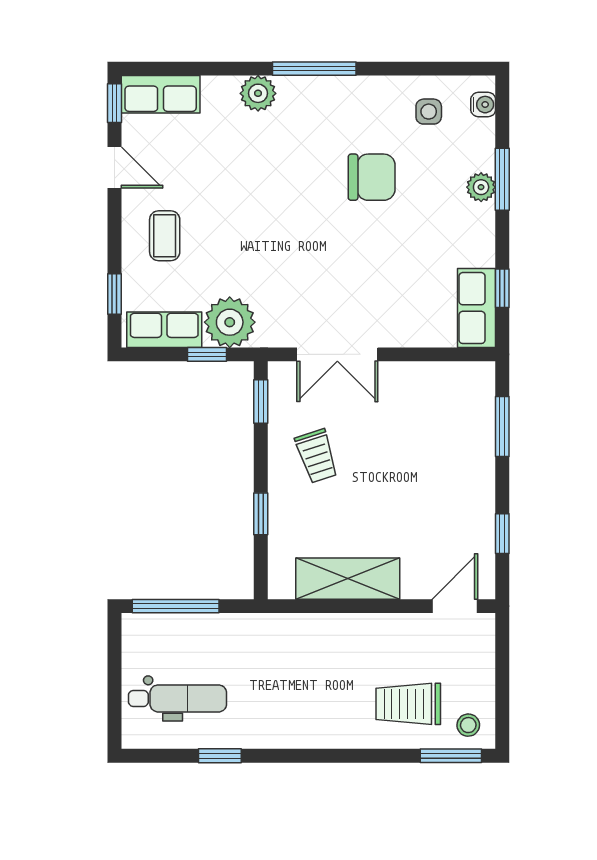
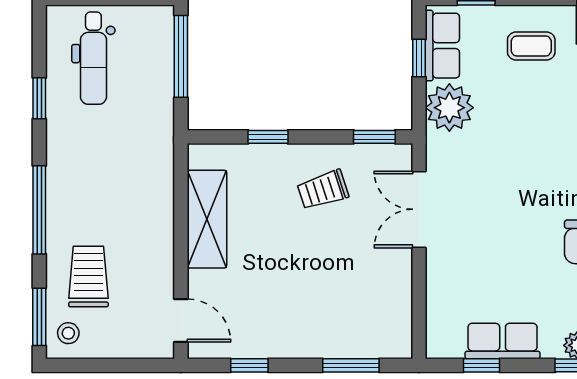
row of seats: (477, 308) -> (503, 341), moved
window: (207, 354) -> (419, 58), moved
window: (338, 756) -> (39, 210), added

